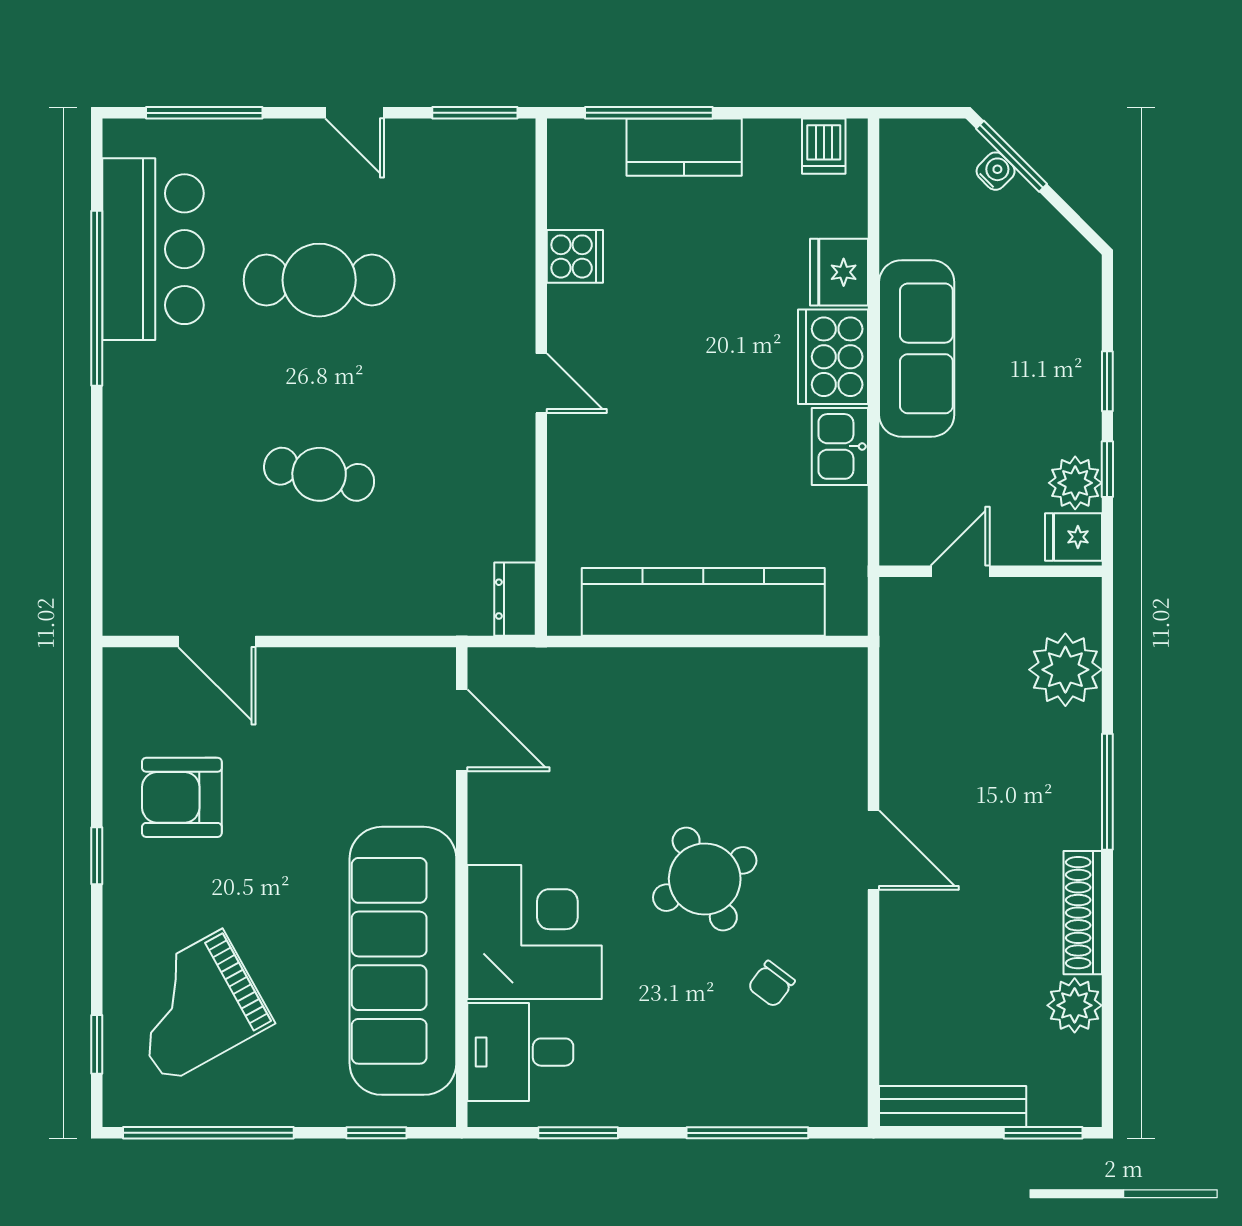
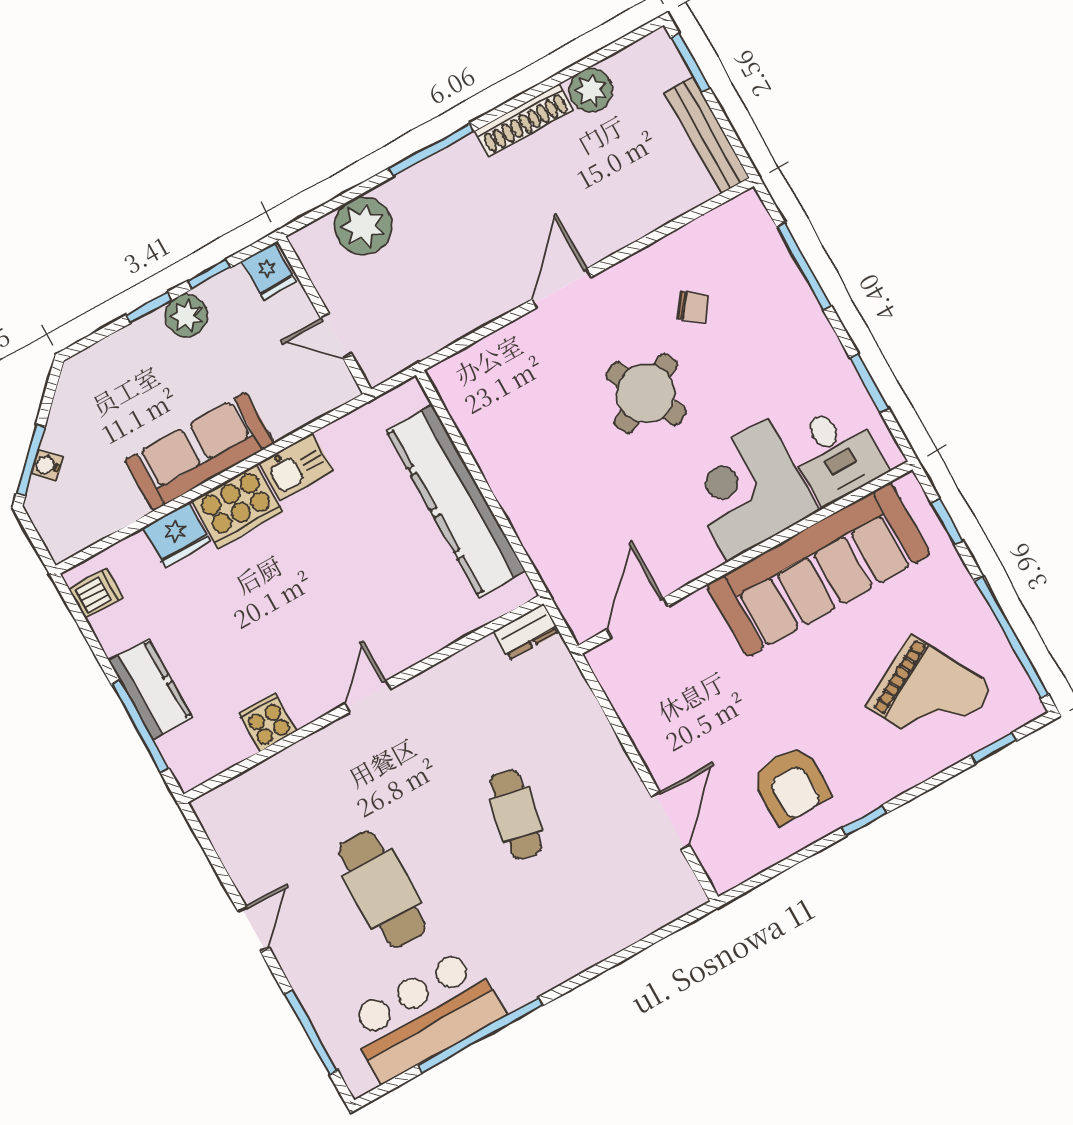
window: (475, 113) -> (207, 846), removed
plant: (1075, 483) -> (186, 316), moved

